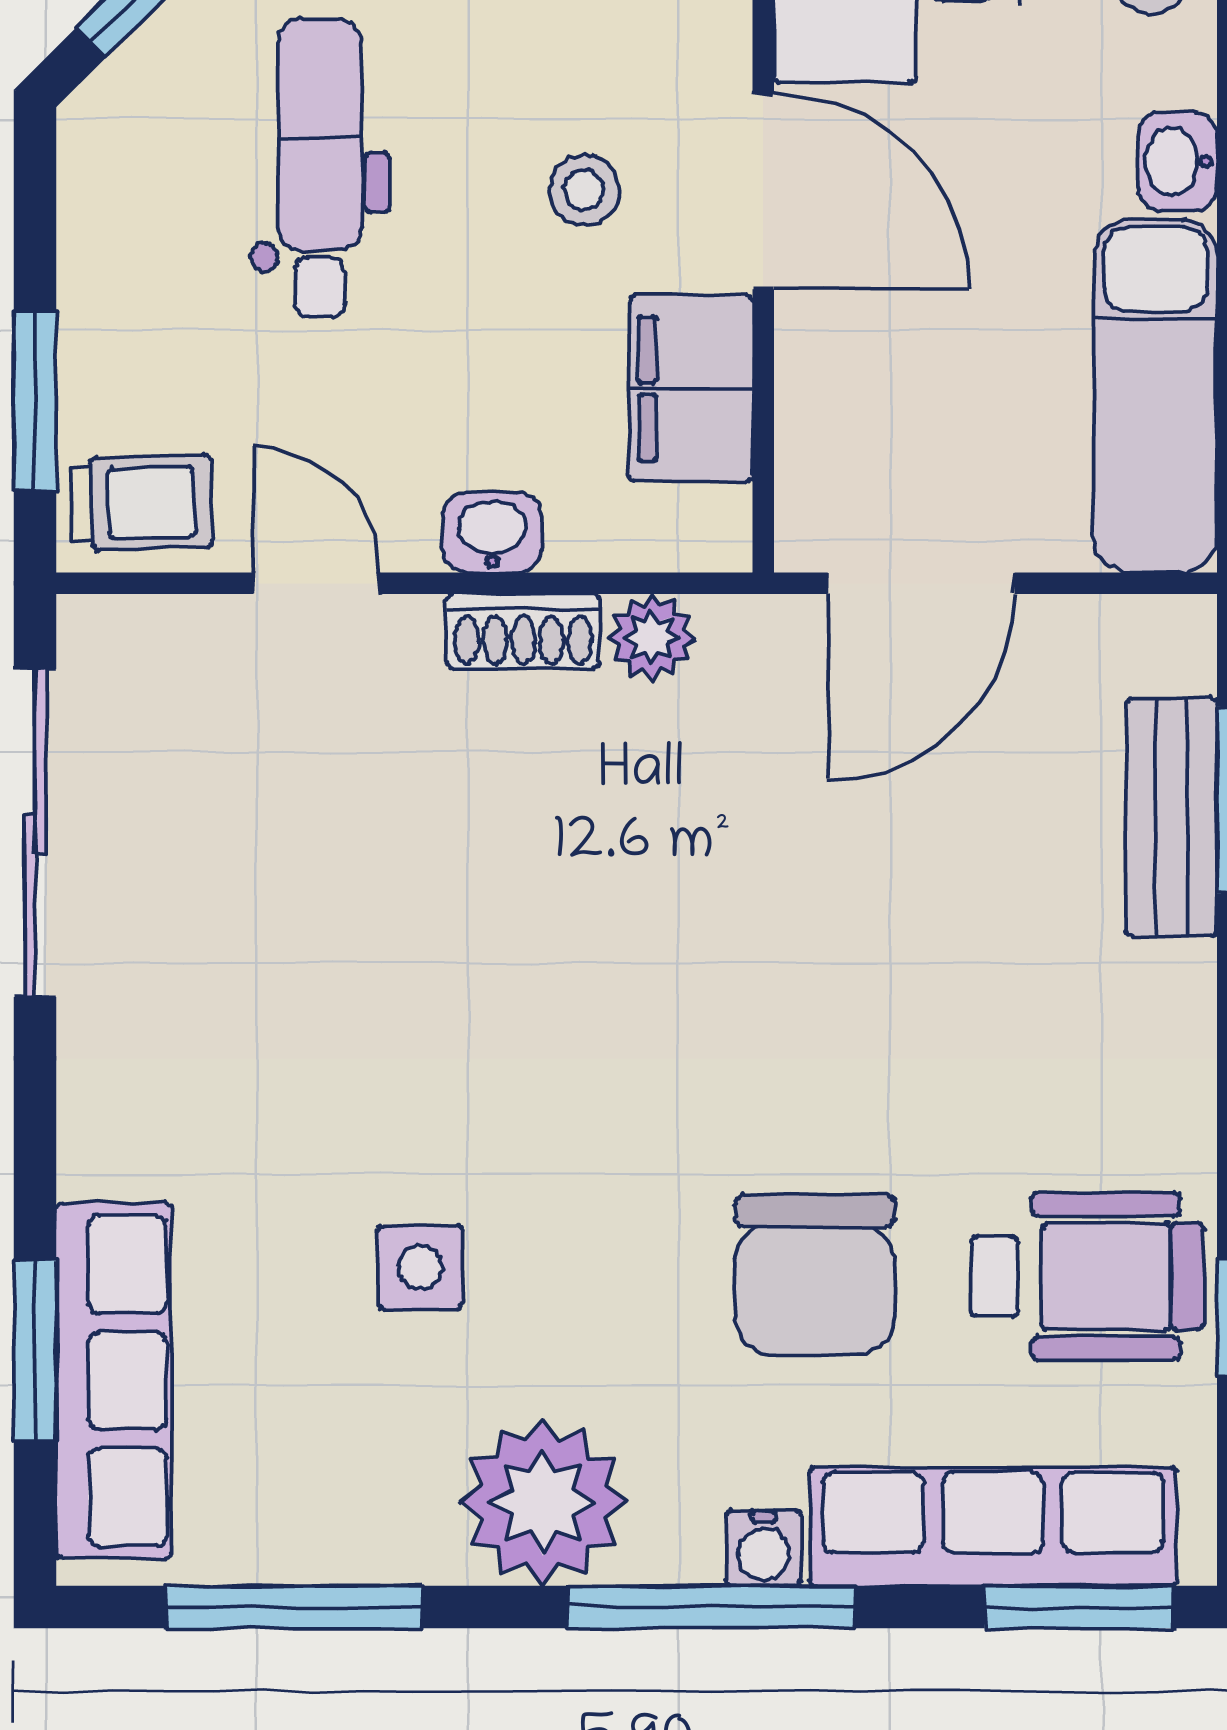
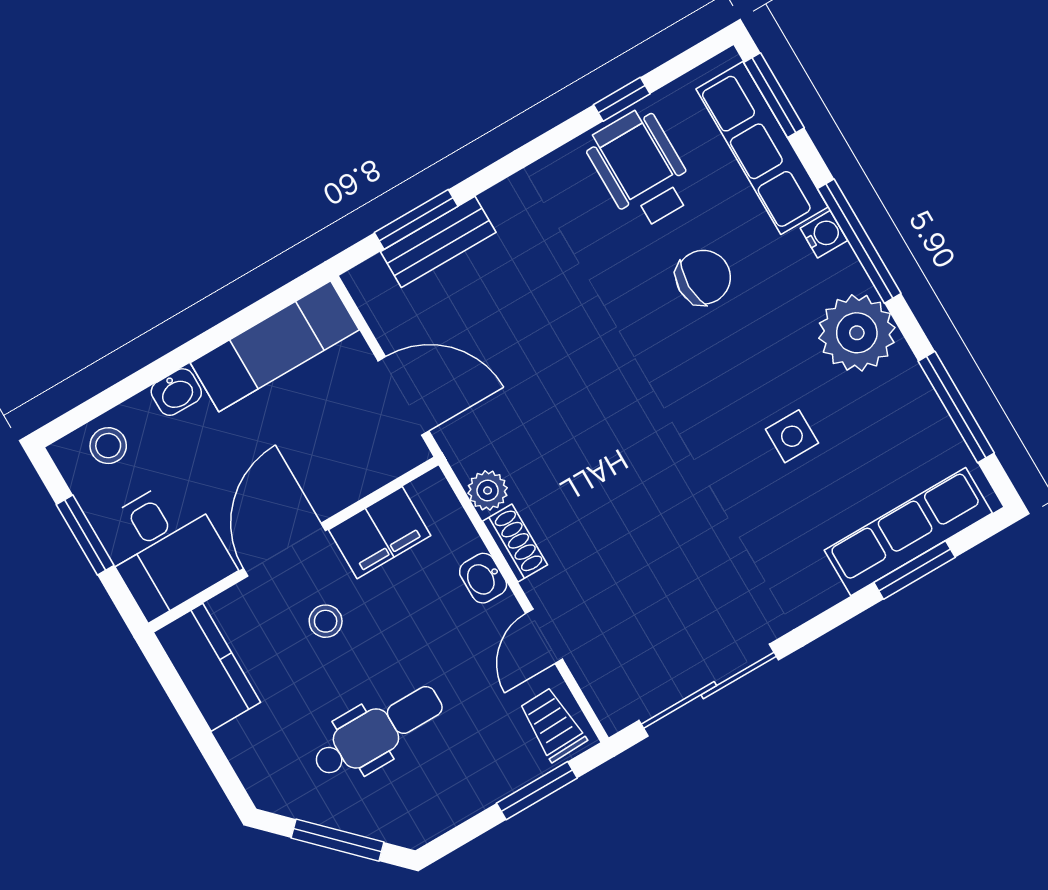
dental chair: (320, 167) -> (378, 732), turned 180
chair: (815, 1275) -> (703, 277), width x0.73, depth x0.73

